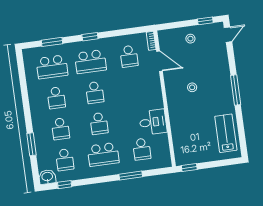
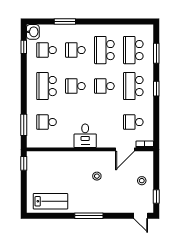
school desk: (56, 98) -> (104, 50), width x1.85
desk: (153, 122) -> (85, 136), moved
window: (131, 176) -> (24, 125), moved

